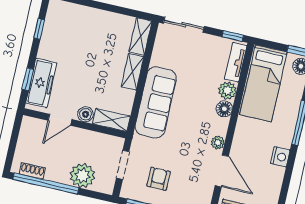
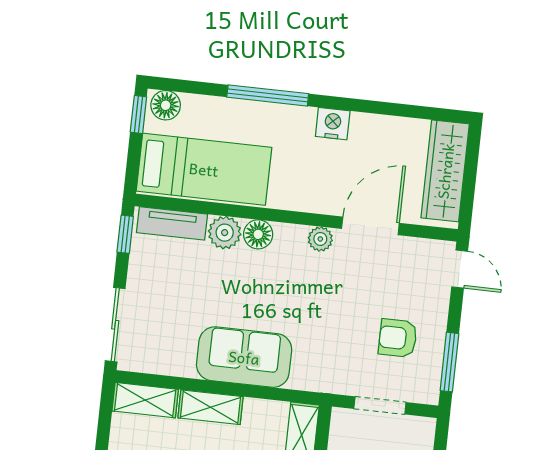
sofa: (156, 102) -> (244, 357), width x0.73

